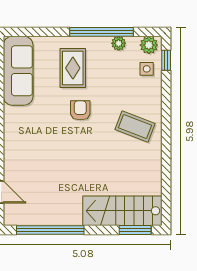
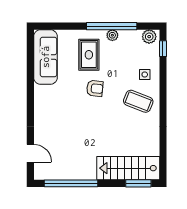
plant: (119, 43) -> (112, 35), moved
side table: (147, 69) -> (145, 74), moved
armchair: (80, 110) -> (95, 88), turned 96

